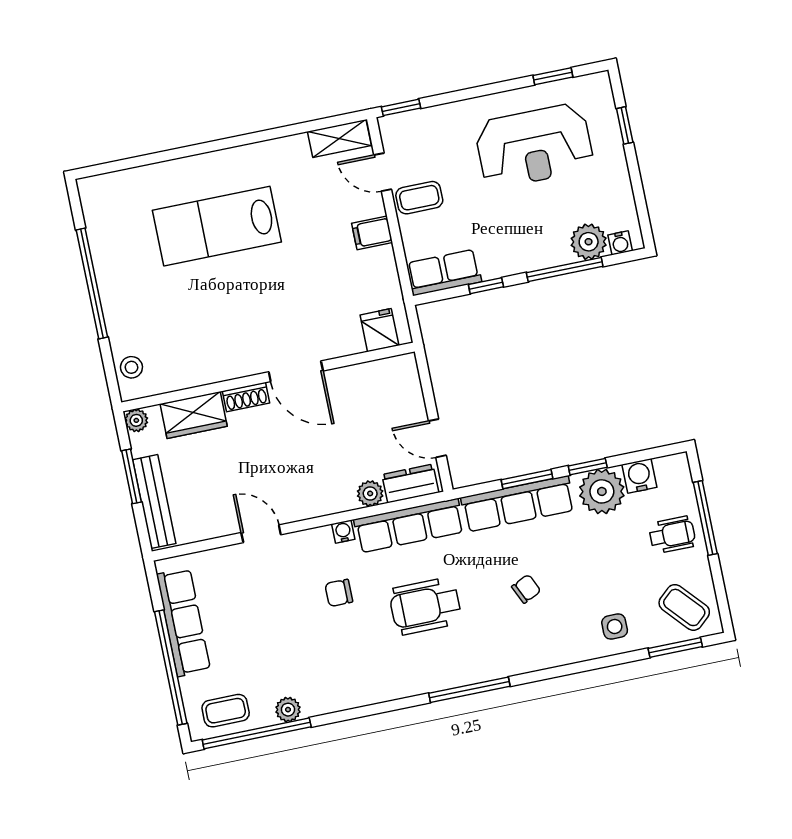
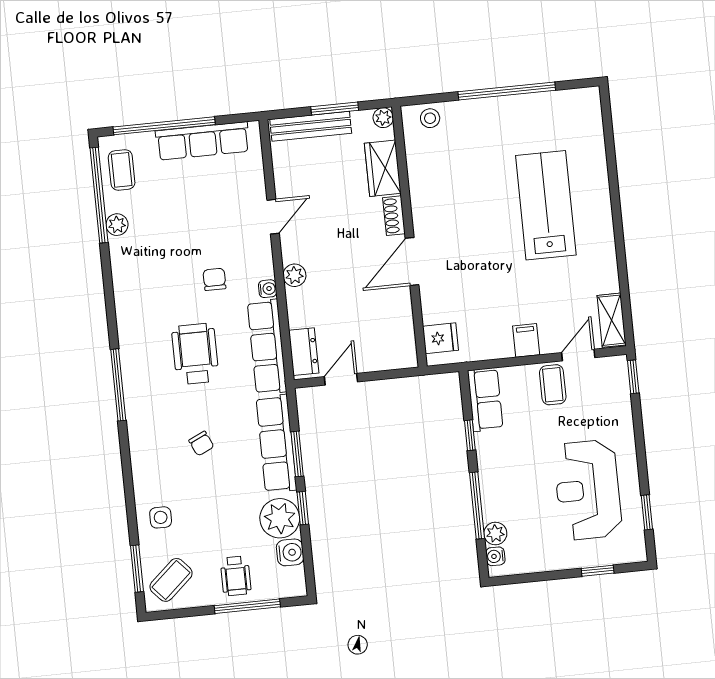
plant: (589, 242) -> (495, 533), width x0.73, depth x0.73
plant: (370, 493) -> (294, 275), moved

